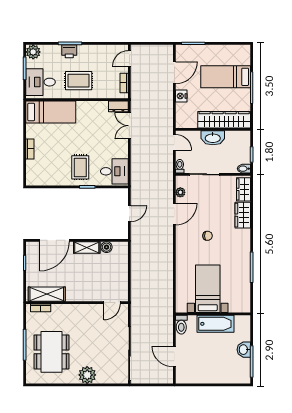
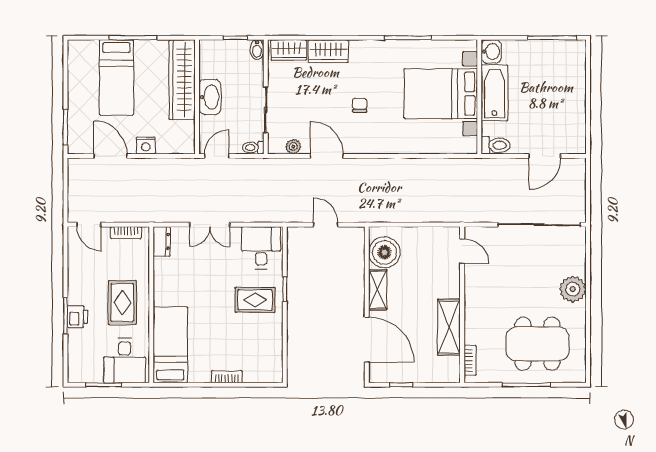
plant: (33, 52) -> (78, 372), removed
double door: (129, 126) -> (210, 225), moved
boiler: (107, 247) -> (384, 252), width x1.86, depth x1.86
bed with nightstands: (208, 289) -> (441, 94), width x1.36
shelving: (47, 294) -> (449, 327), moved
washbasin: (244, 350) -> (491, 51), moved, turned -90

